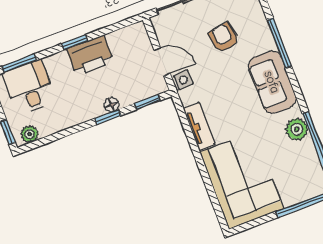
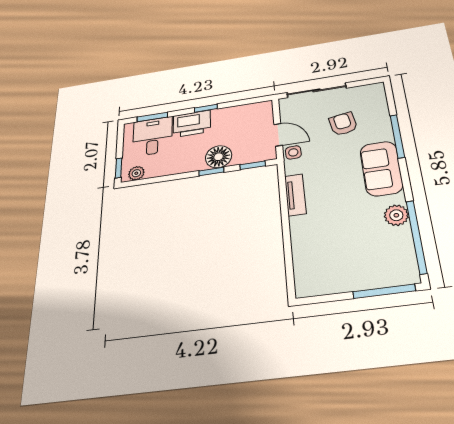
printer: (90, 55) -> (192, 124), moved
floor lamp: (111, 105) -> (219, 157), width x1.89, depth x1.89
corner sofa: (242, 180) -> (324, 253), removed

